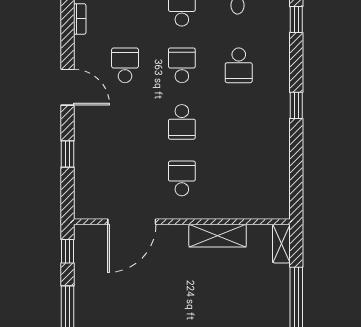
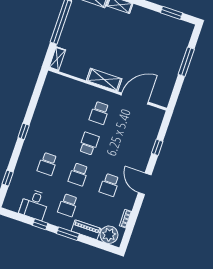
school desk: (239, 65) -> (47, 164), turned 180
shelving: (218, 236) -> (104, 80), moved
window: (67, 251) -> (175, 94), removed

